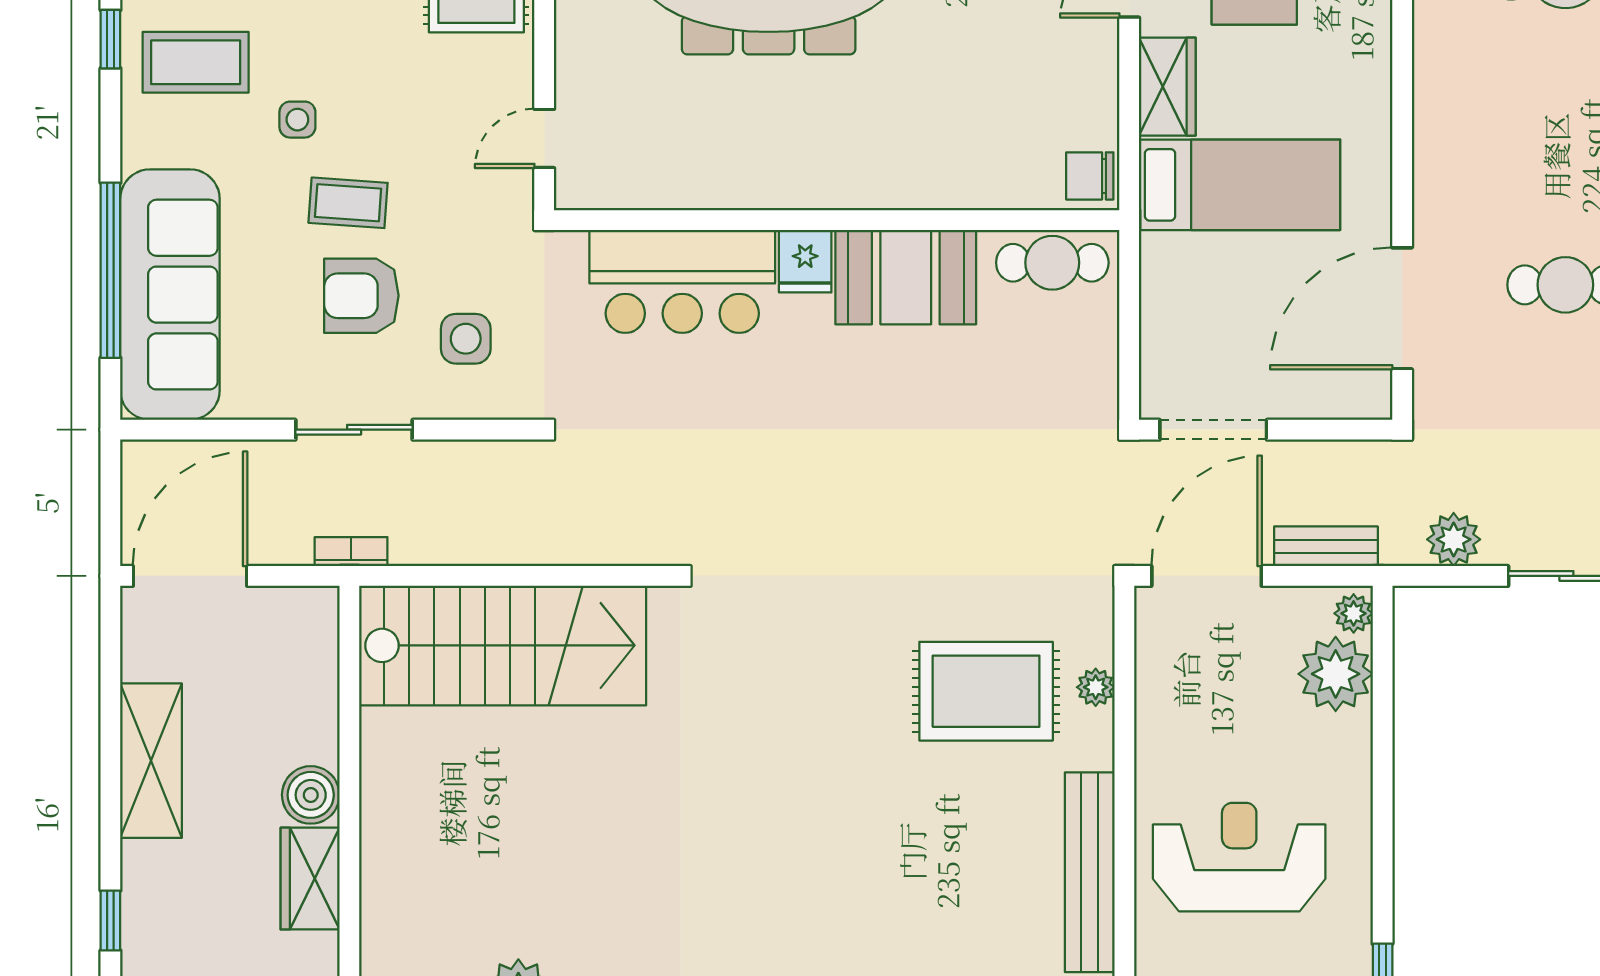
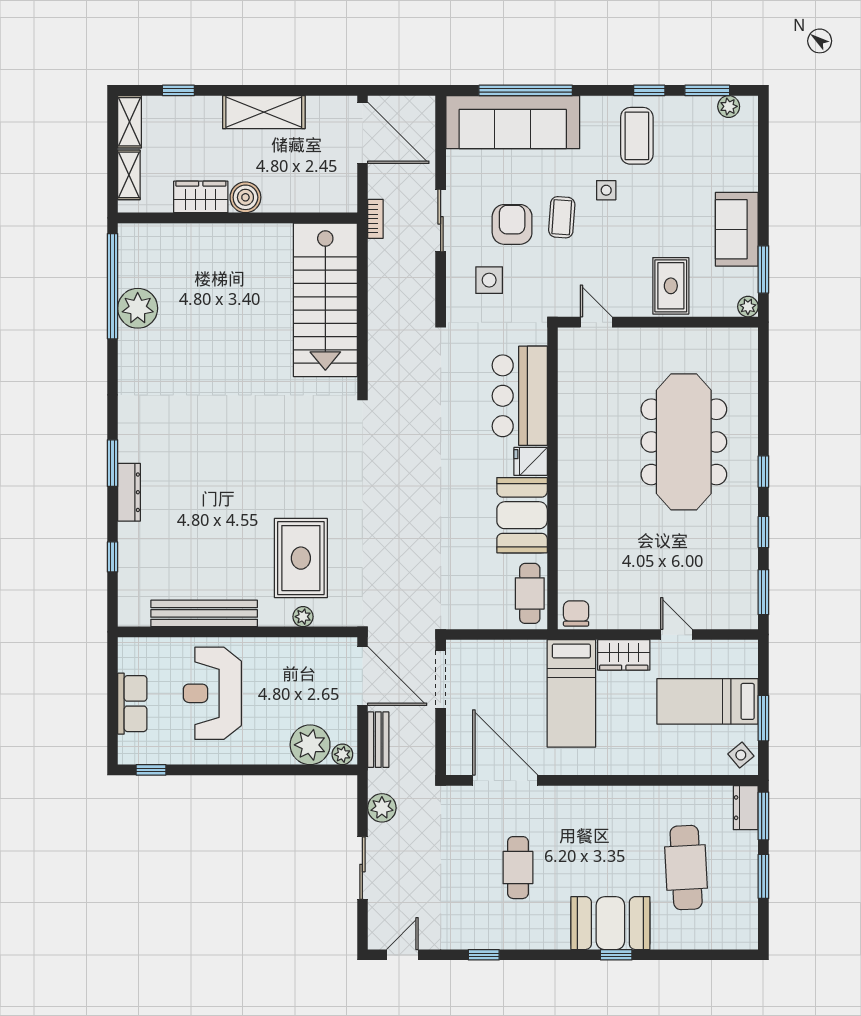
reception desk: (1239, 857) -> (212, 693), turned 180

